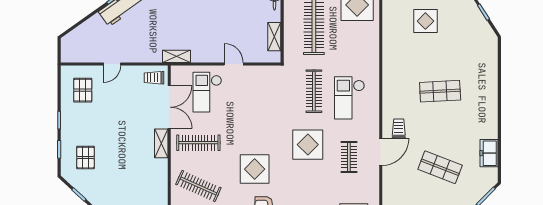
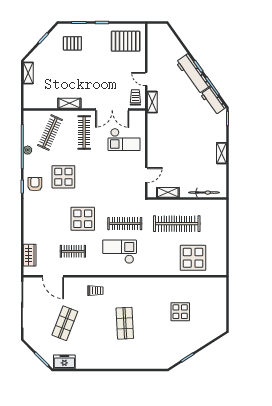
shelving: (177, 56) -> (152, 102), moved
door: (112, 64) -> (146, 79), moved
door: (234, 64) -> (146, 175), moved
pallet: (83, 90) -> (126, 41), width x1.50, depth x1.42
checkout: (207, 92) -> (124, 140), turned 180
shelving: (161, 143) -> (69, 103), moved
door: (381, 152) -> (53, 276), moved
freezer: (489, 153) -> (64, 362), moved

